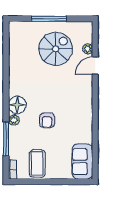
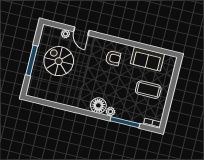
armchair: (47, 120) -> (113, 58), moved
sofa: (82, 162) -> (147, 59), moved
coffee table: (37, 164) -> (148, 90), moved

